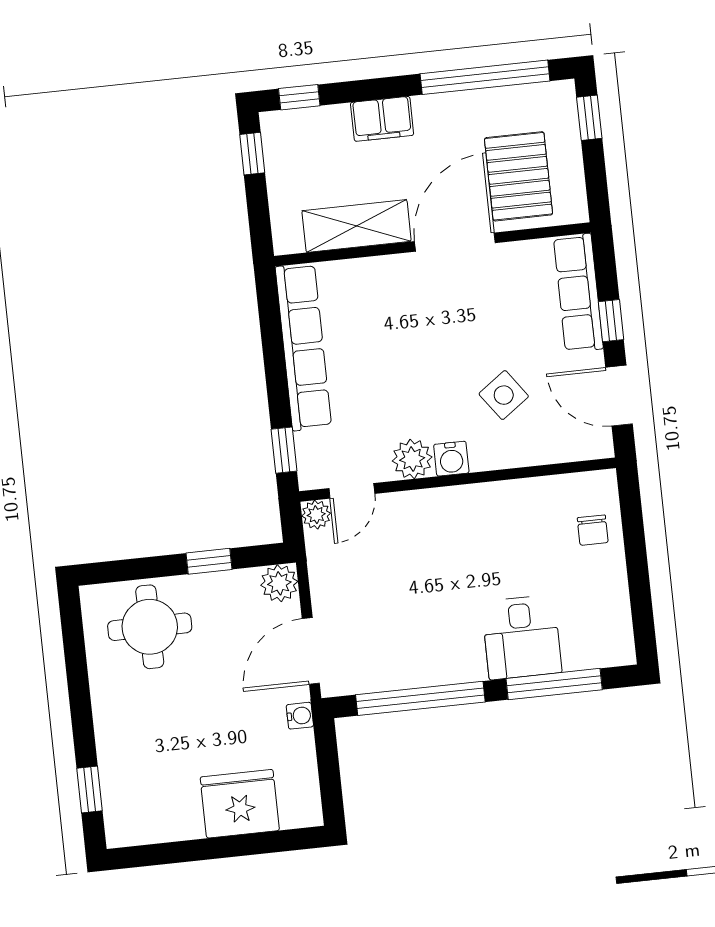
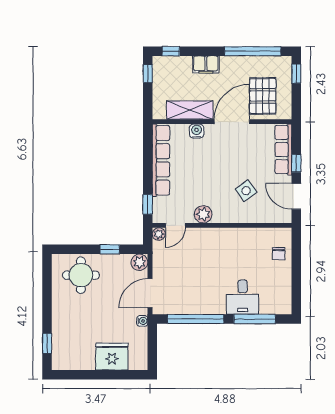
water cooler: (451, 459) -> (197, 131), moved, turned 180

